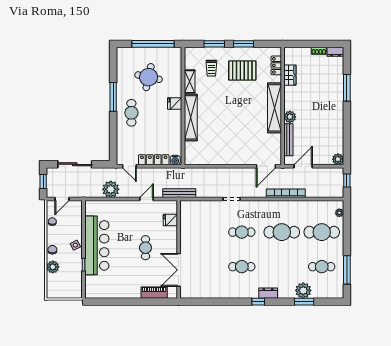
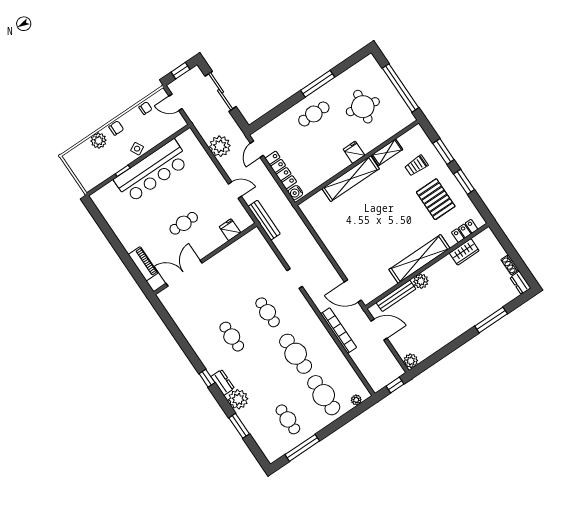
plant: (303, 290) -> (238, 399), moved

